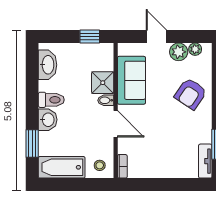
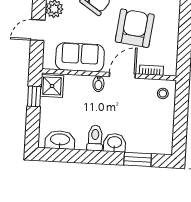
shower: (103, 83) -> (52, 86), moved
armchair: (164, 134) -> (135, 28), added
bookcase: (122, 166) -> (151, 70), moved
bathtub: (62, 167) -> (163, 131), removed

